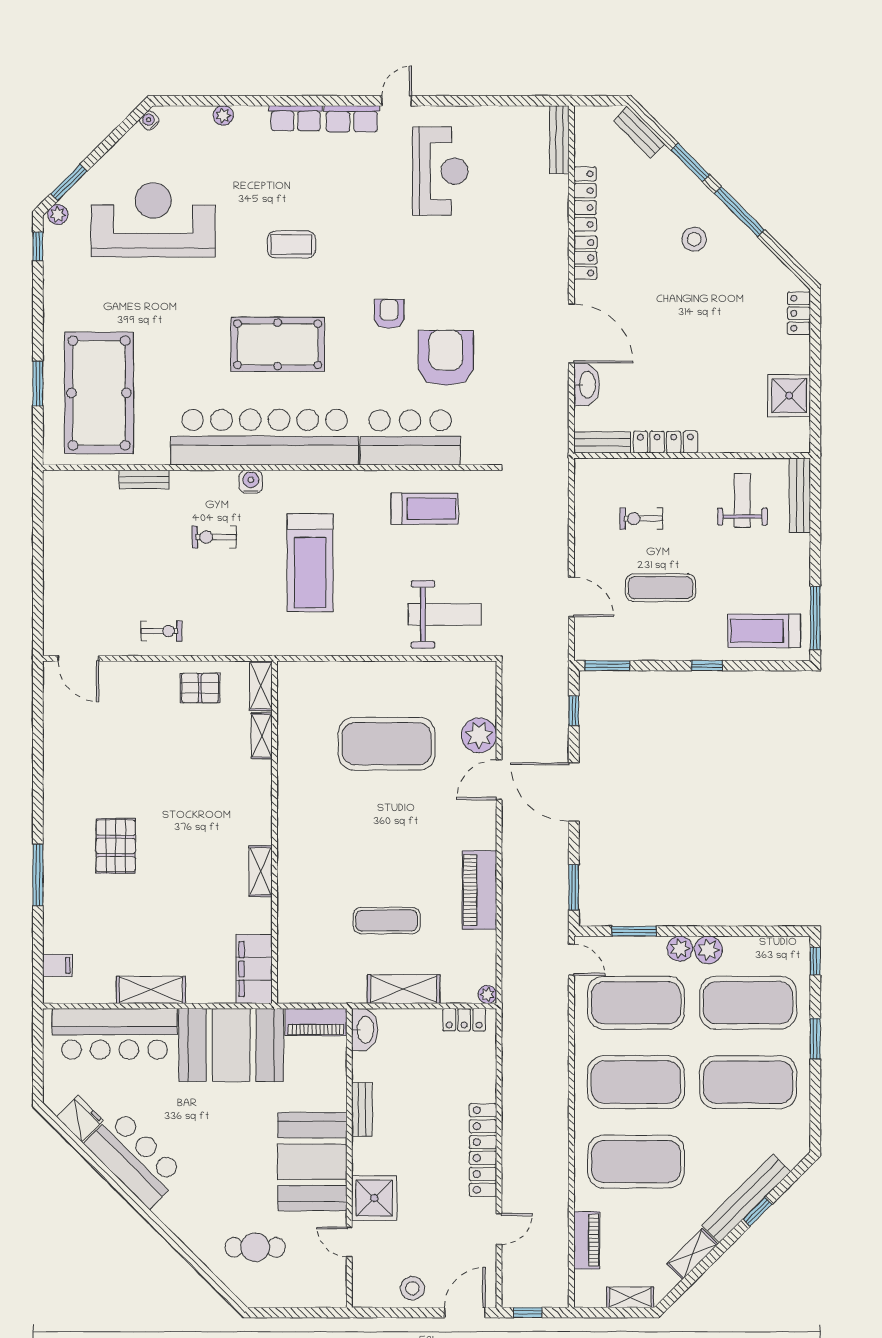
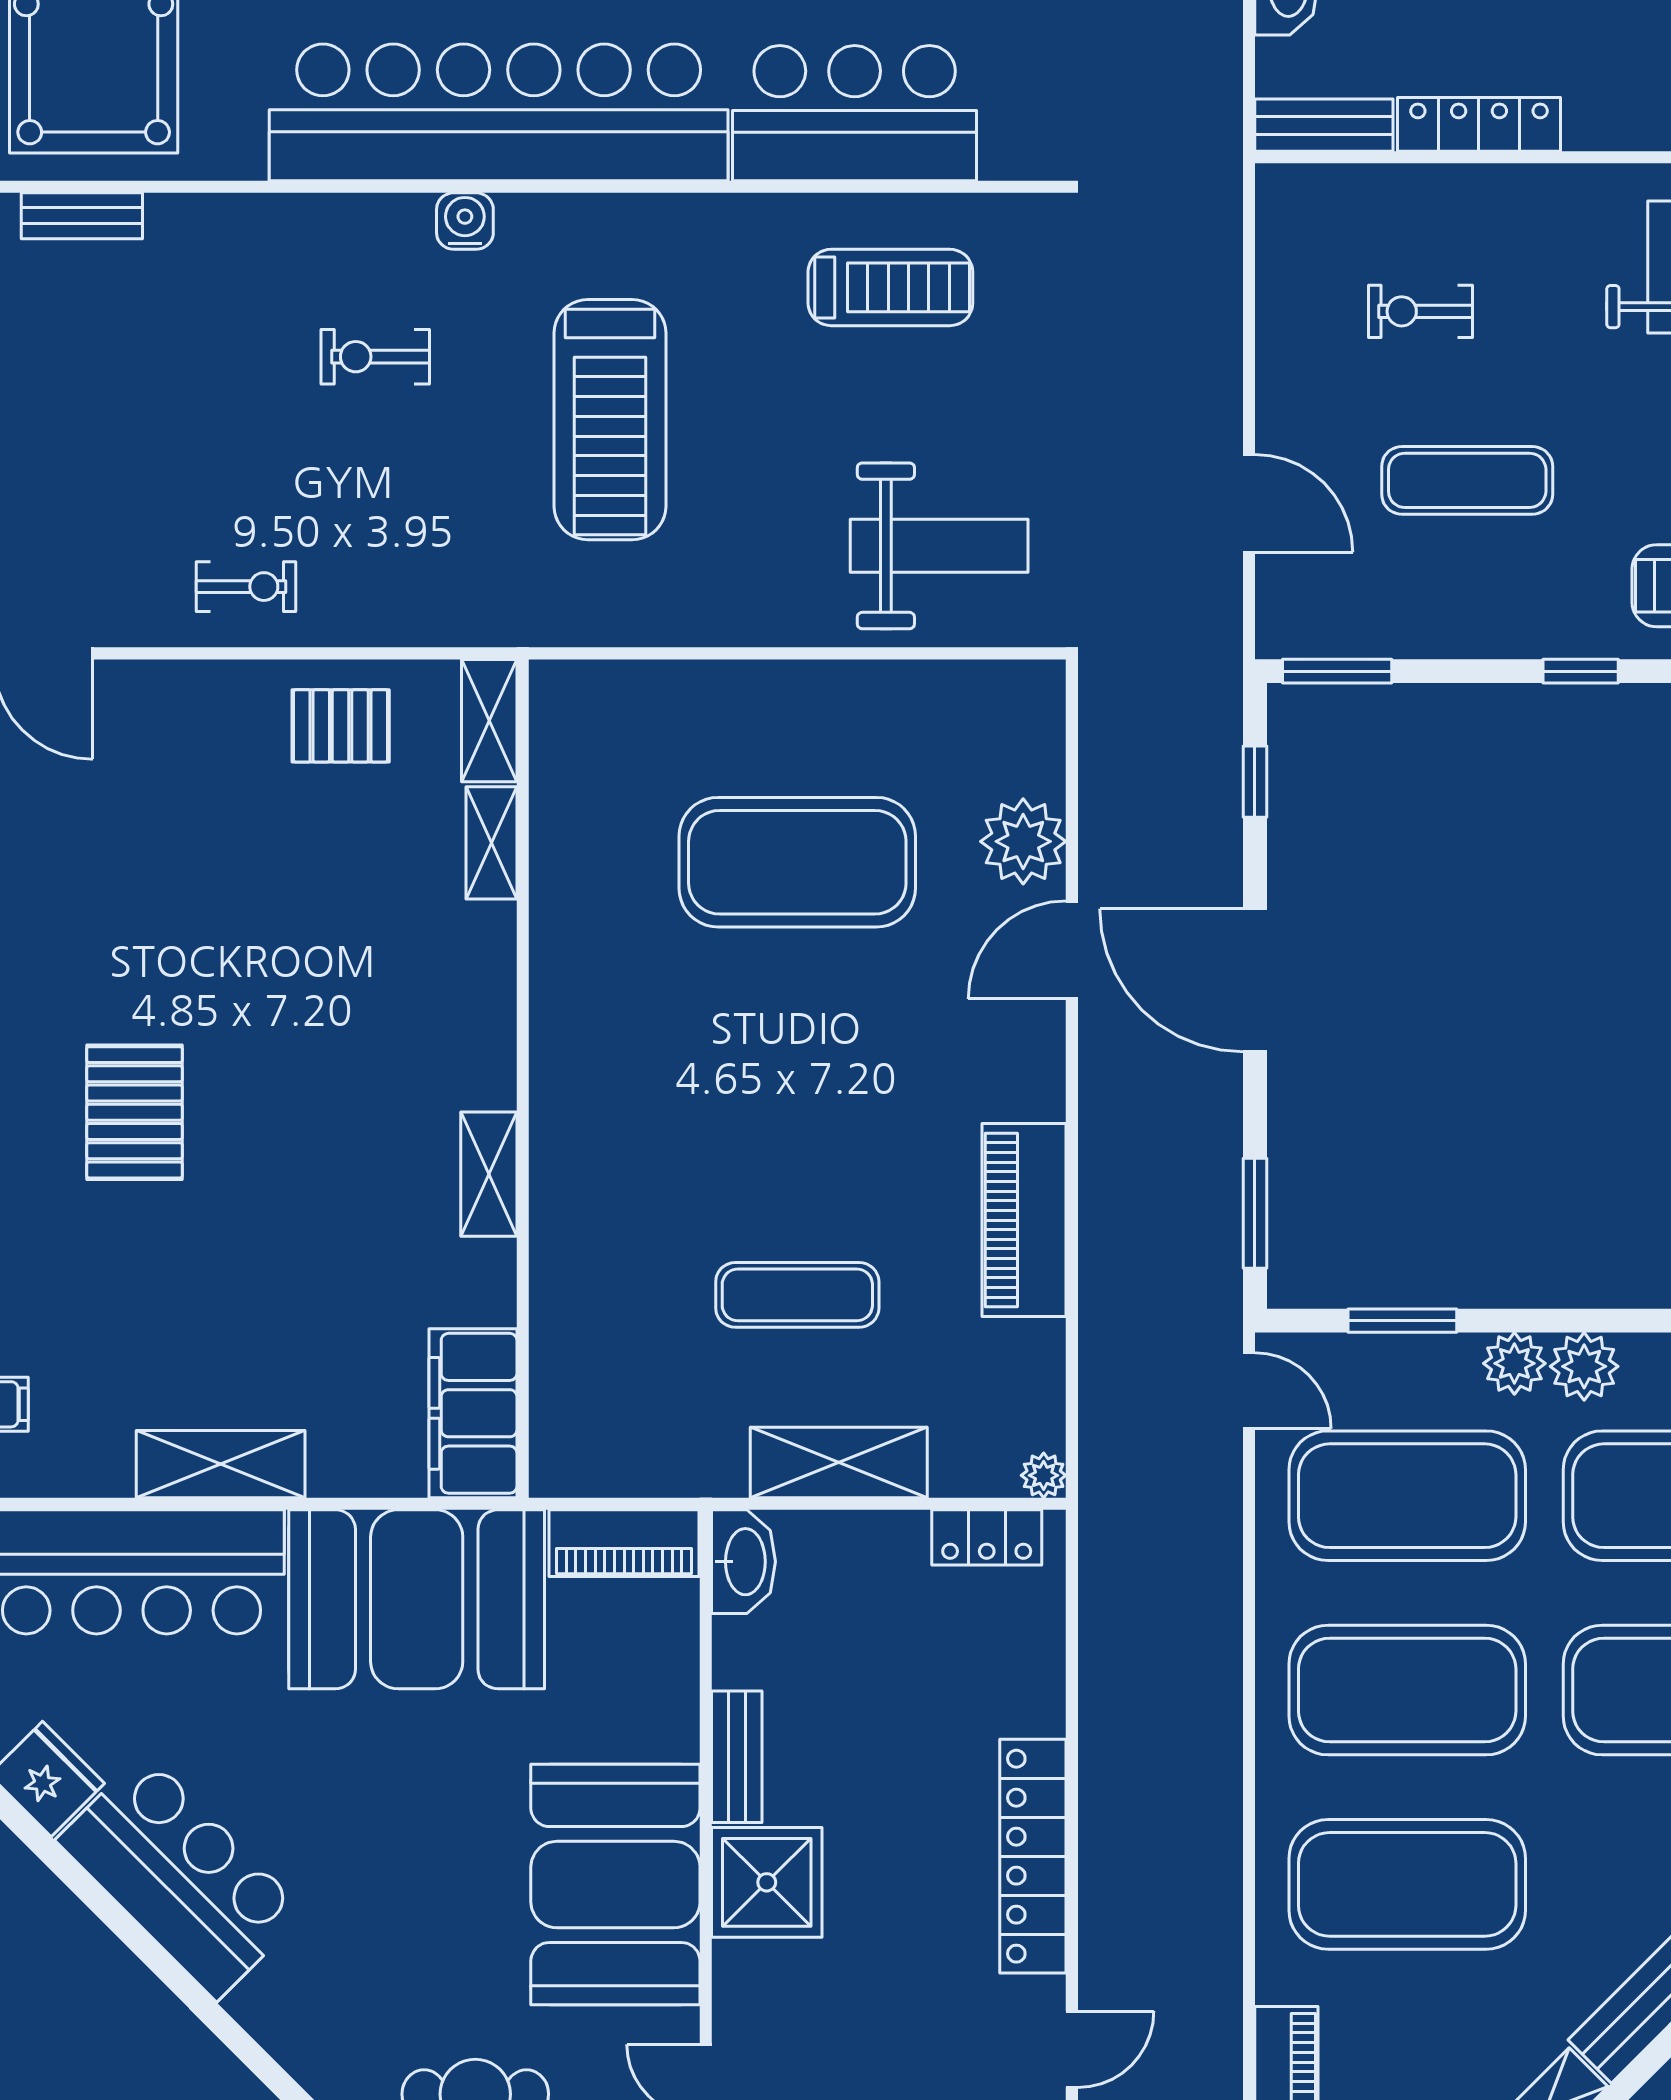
bench: (144, 479) -> (82, 216), moved
shower: (374, 1198) -> (767, 1882), moved

